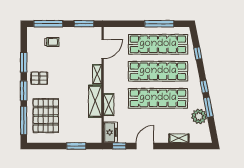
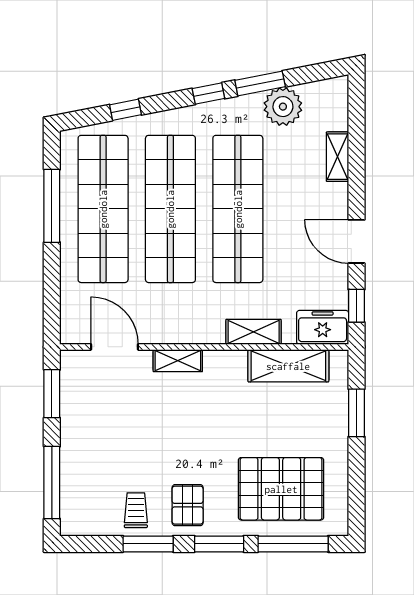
trolley: (52, 42) -> (136, 510), moved
shelving: (95, 101) -> (288, 366), moved

